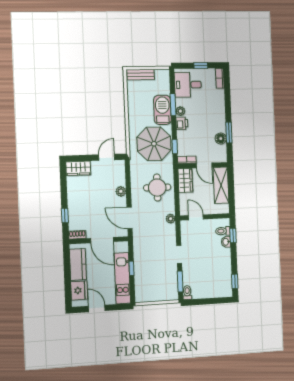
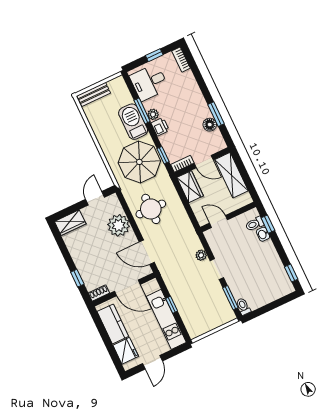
round table: (157, 188) -> (151, 209), moved
plant: (121, 191) -> (119, 225), width x1.87, depth x1.87
plant: (171, 219) -> (201, 255), moved
door: (97, 308) -> (153, 362), swing flipped

